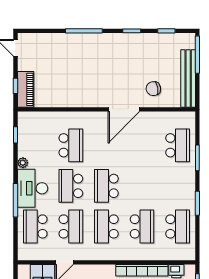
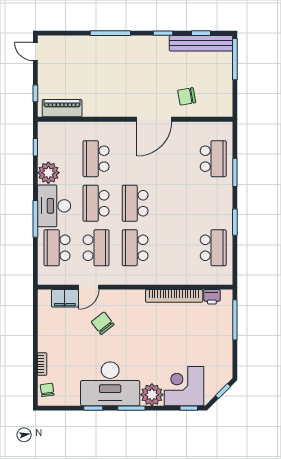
bench: (188, 79) -> (201, 43), moved, turned 90
piano: (26, 89) -> (62, 108), moved, turned -90
school desk: (71, 145) -> (96, 159), turned 180
plant: (23, 163) -> (48, 173), width x1.87, depth x1.87
school desk: (142, 226) -> (174, 248), removed

